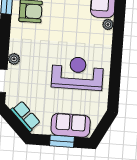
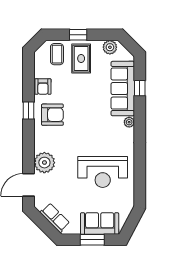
plant: (14, 59) -> (44, 163), width x1.87, depth x1.87
reception desk: (77, 73) -> (103, 172), turned 180

